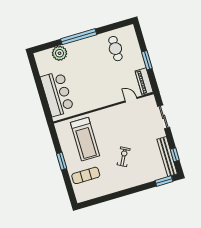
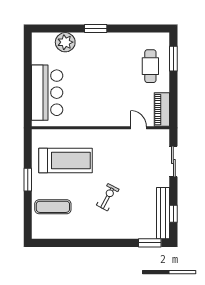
window: (79, 37) -> (96, 29), width x0.47
cafe table: (115, 49) -> (150, 66), moved
window: (147, 60) -> (173, 59), moved
treadmill: (85, 139) -> (66, 160), turned -90

